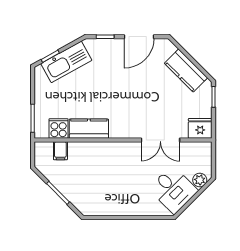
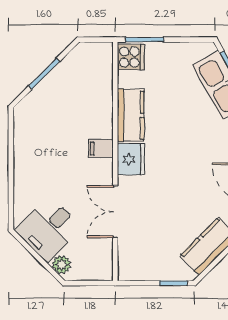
cooker: (59, 128) -> (131, 57), moved
fridge: (200, 128) -> (131, 159), moved
filing cabinet: (60, 151) -> (101, 149), moved

